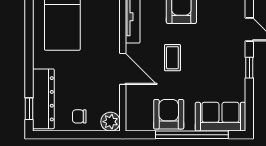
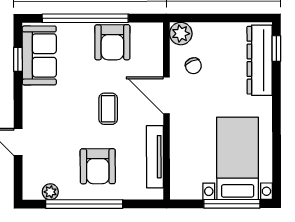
window: (249, 68) -> (18, 59), moved
chair: (79, 116) -> (193, 66), moved, turned 66
sofa: (220, 117) -> (39, 55), moved, turned -90

